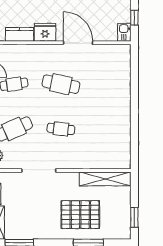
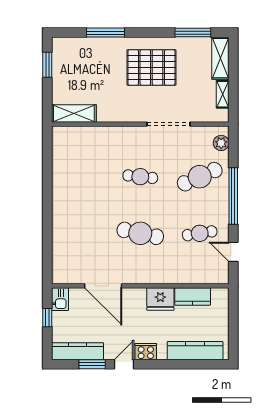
door: (78, 43) -> (103, 286), moved
shelving: (105, 179) -> (74, 113), width x0.68
pallet: (80, 215) -> (151, 67), moved

